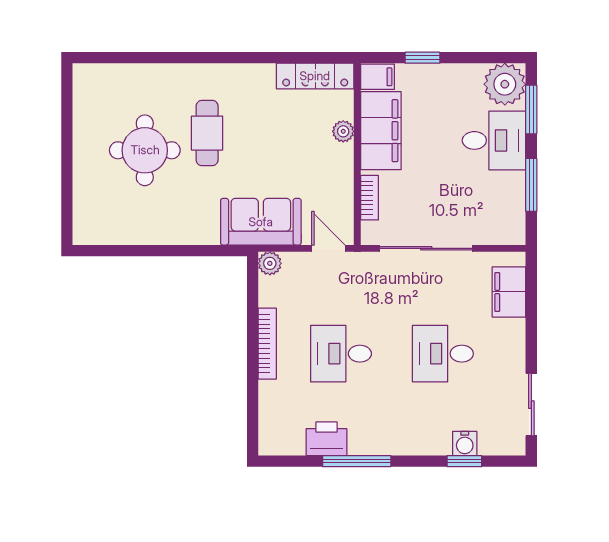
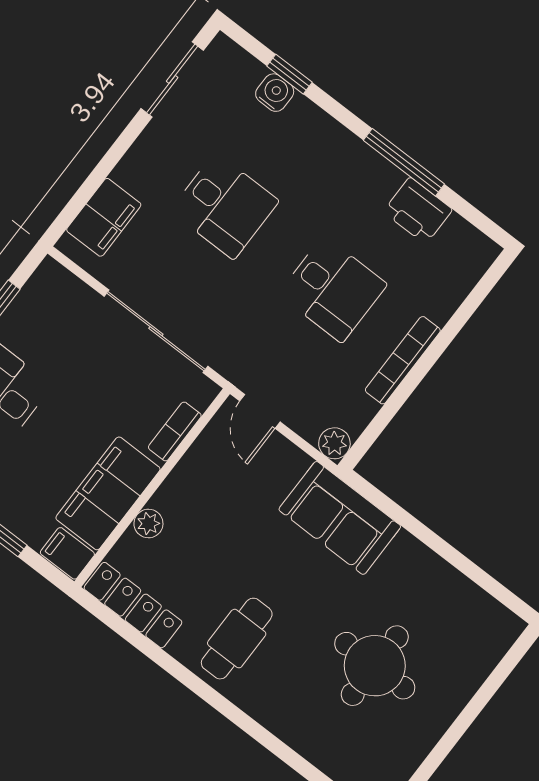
cafe table: (207, 133) -> (237, 639), moved
sofa: (261, 222) -> (340, 518), moved

